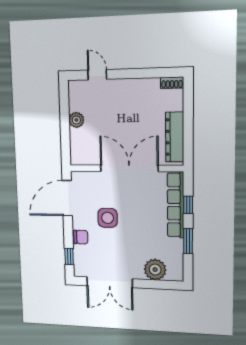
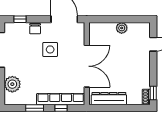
window: (166, 73) -> (153, 93), added

